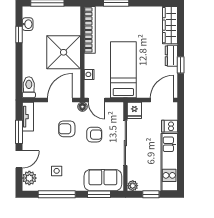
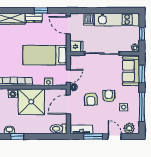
washing machine: (74, 29) -> (13, 93), added
door: (60, 100) -> (68, 104), hinge flipped
armchair: (94, 135) -> (109, 96), moved

